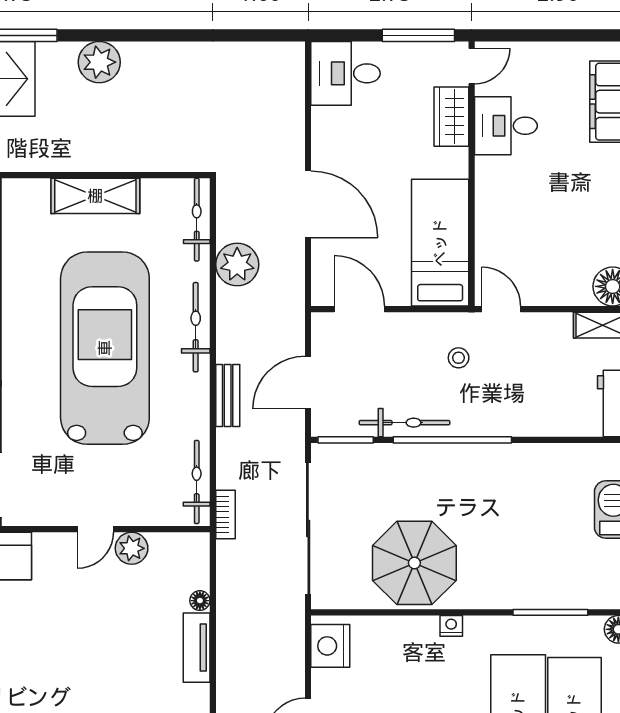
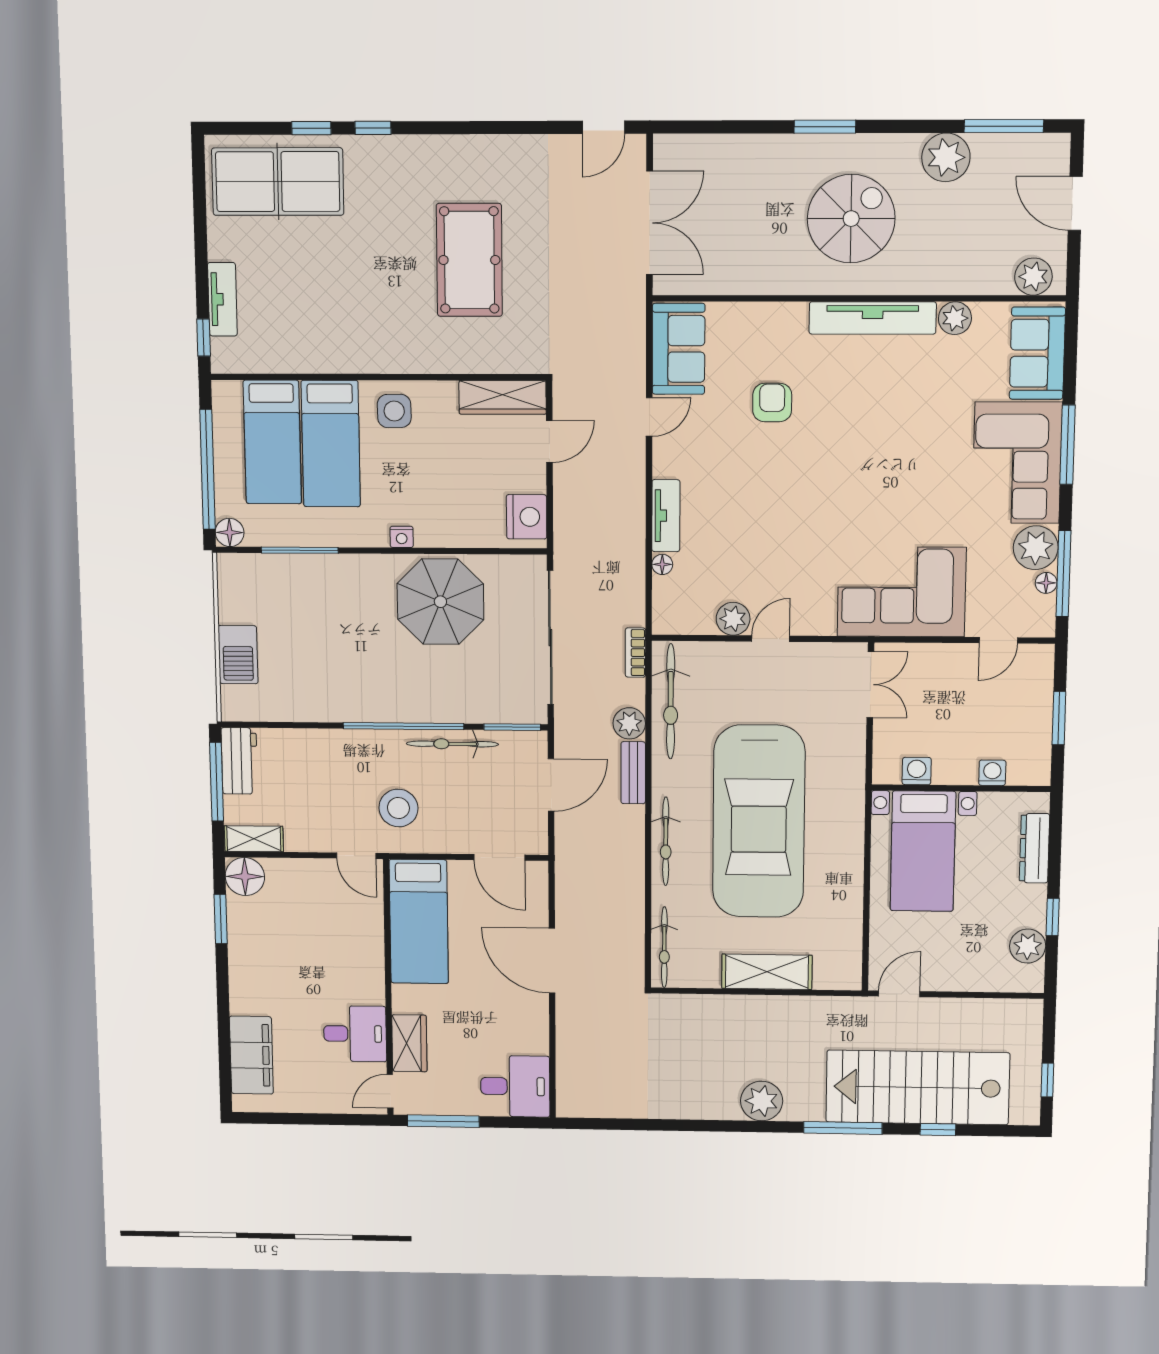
plant: (237, 265) -> (629, 723), moved, width x0.73, depth x0.73
stool: (459, 358) -> (398, 808), width x1.89, depth x1.89
bicycle: (197, 482) -> (671, 701), width x1.37, depth x1.40

